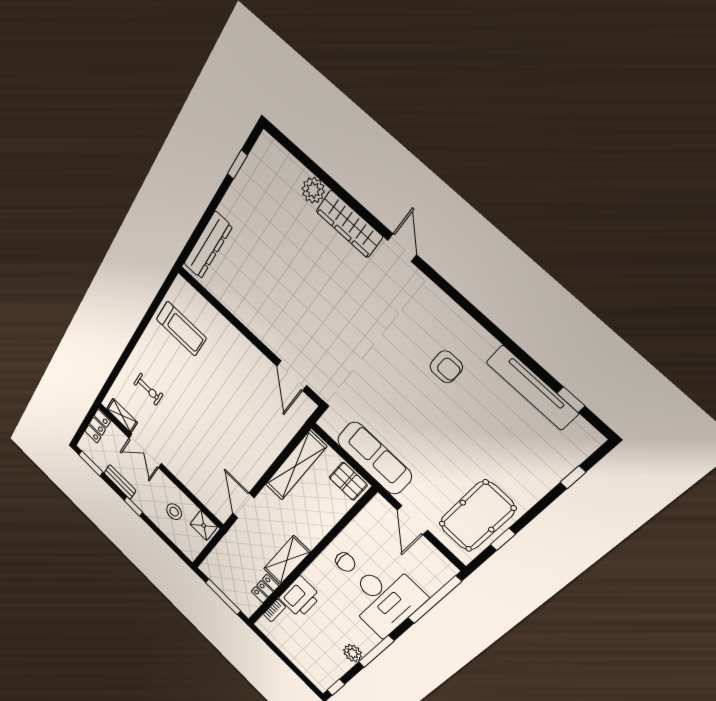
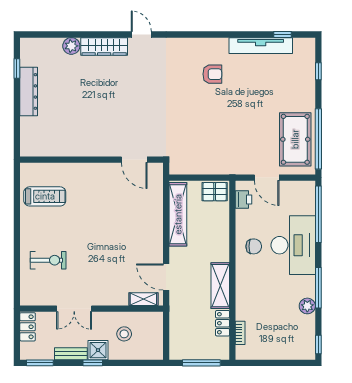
dresser: (208, 245) -> (29, 91), moved
exercise bike: (148, 389) -> (48, 260), width x1.38, depth x1.39
shelving: (122, 416) -> (143, 299), moved
sofa: (374, 458) -> (217, 162), removed
shower: (204, 525) -> (98, 350), moved
window: (503, 539) -> (318, 139), width x3.17
printer: (300, 597) -> (243, 200), moved, width x0.53, depth x0.68

